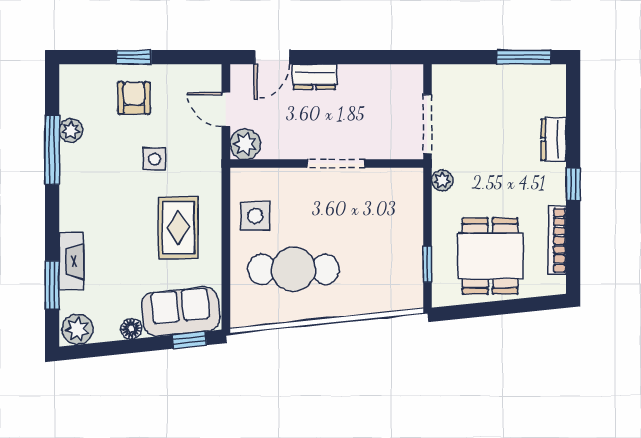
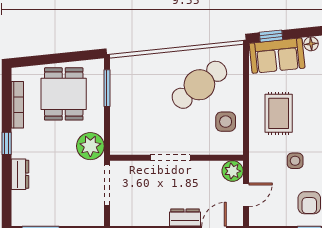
door: (226, 110) -> (246, 195), hinge flipped
plant: (442, 180) -> (90, 146), width x1.87, depth x1.87
window: (427, 264) -> (107, 88), width x1.50
cafe table: (293, 269) -> (199, 85), turned -38

